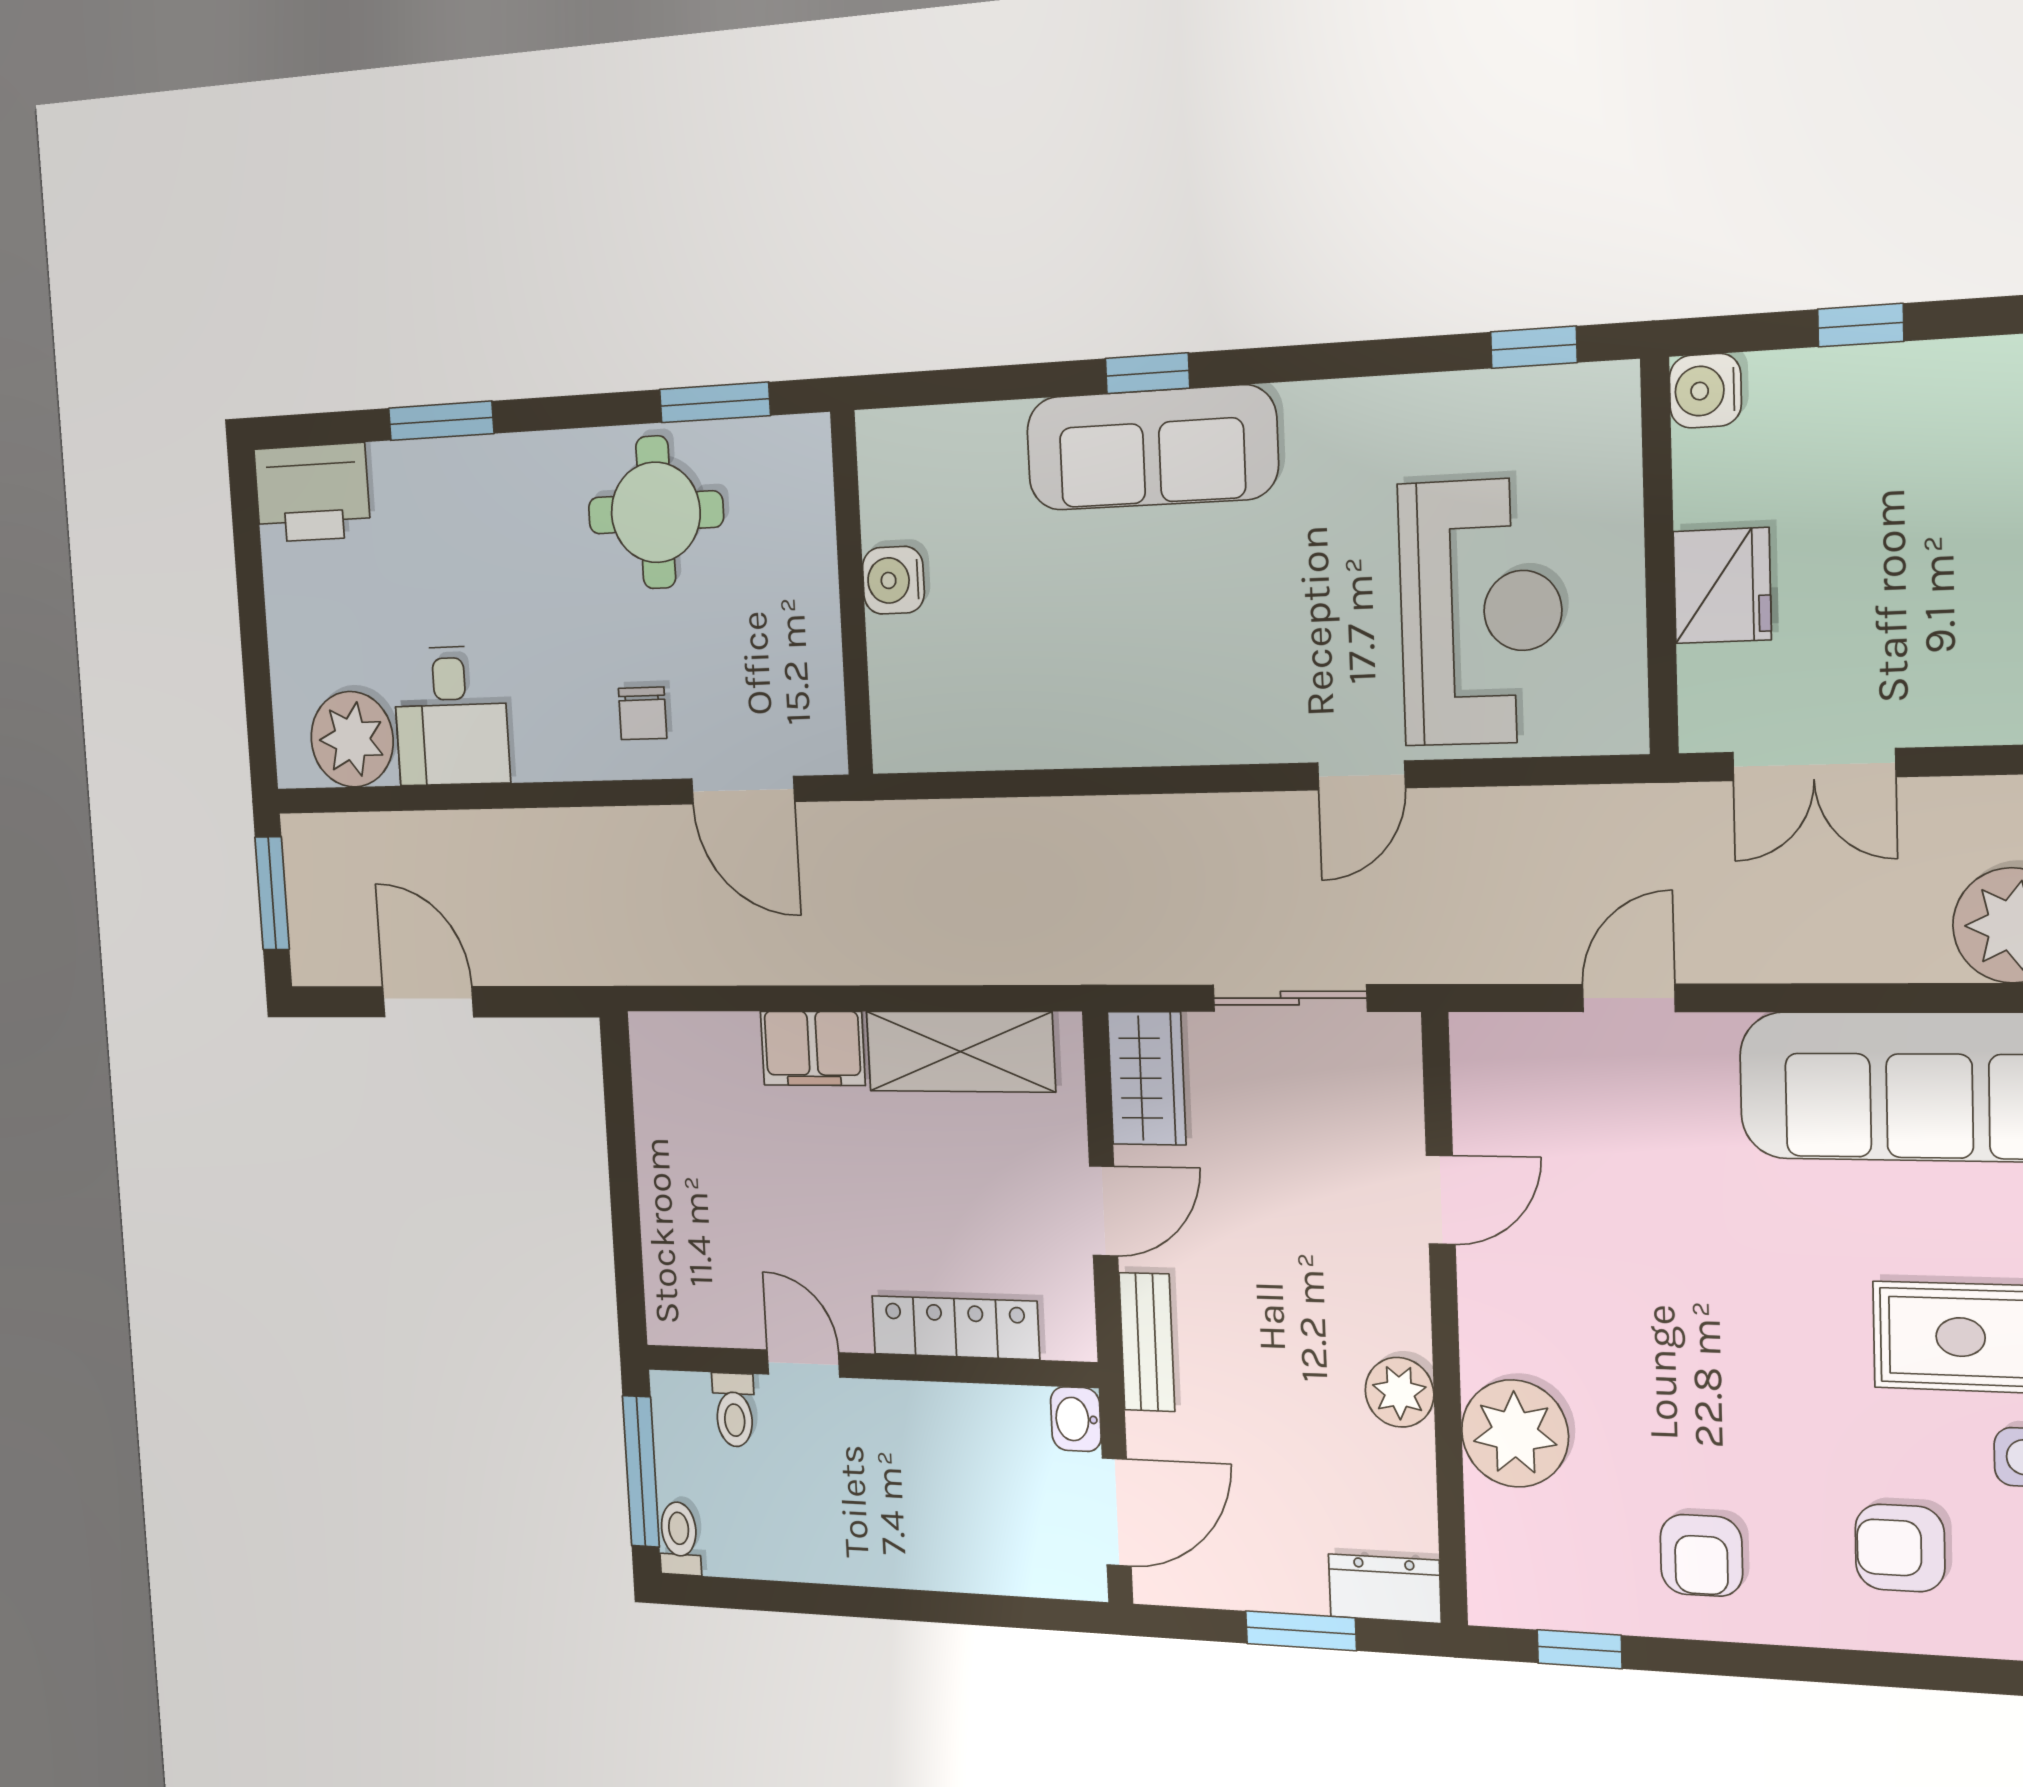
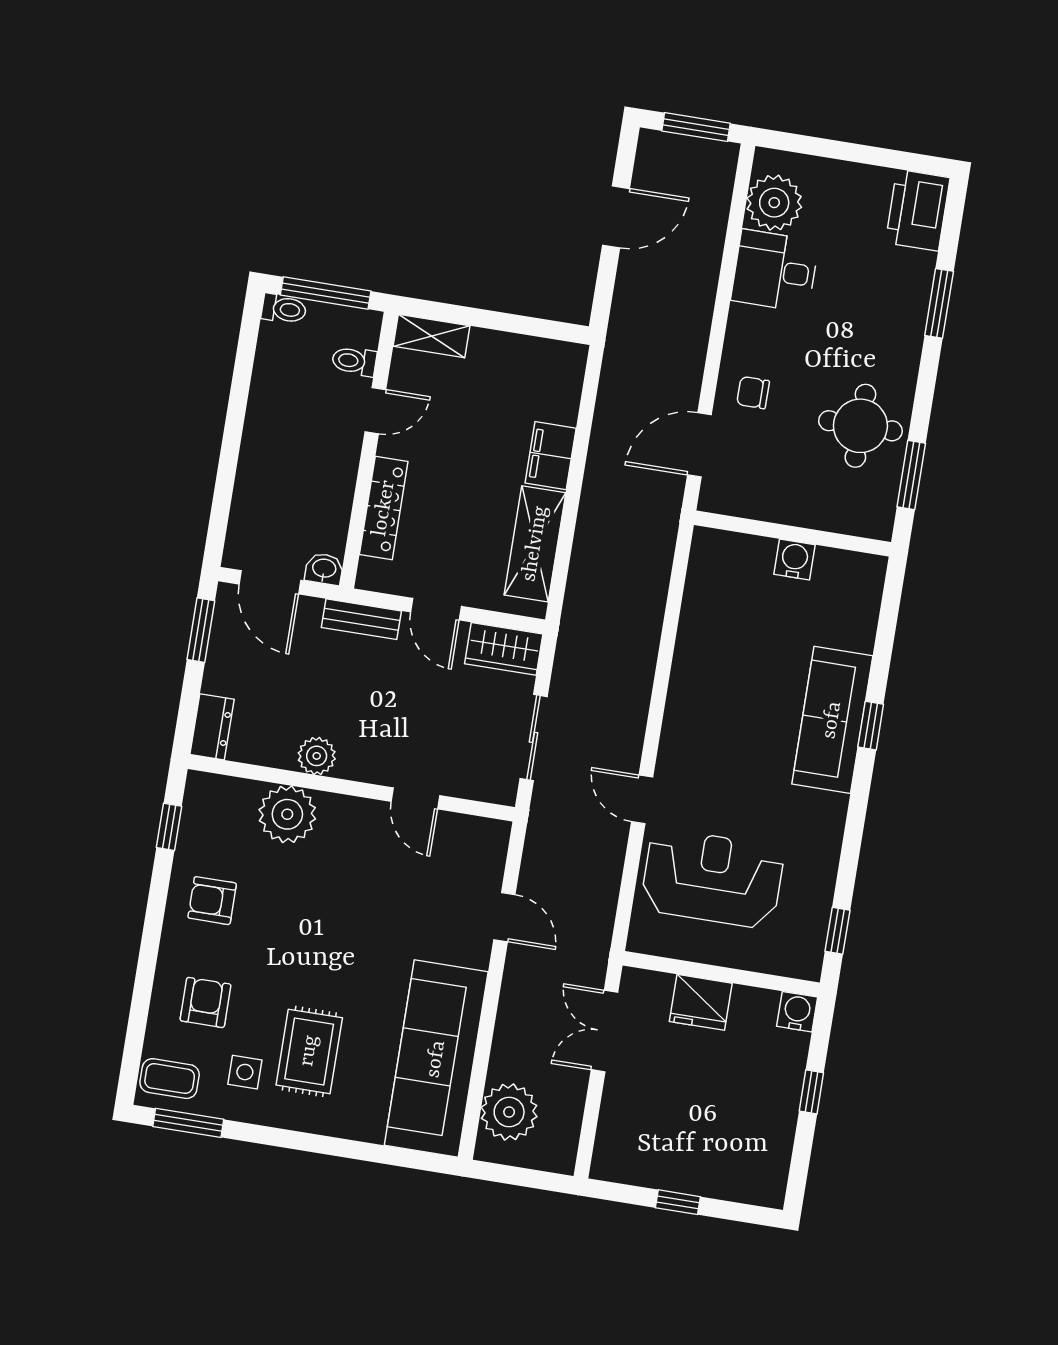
reception desk: (1481, 612) -> (712, 878), turned 180
shelving: (669, 1284) -> (432, 336), added
window: (1301, 1631) -> (201, 630), moved

